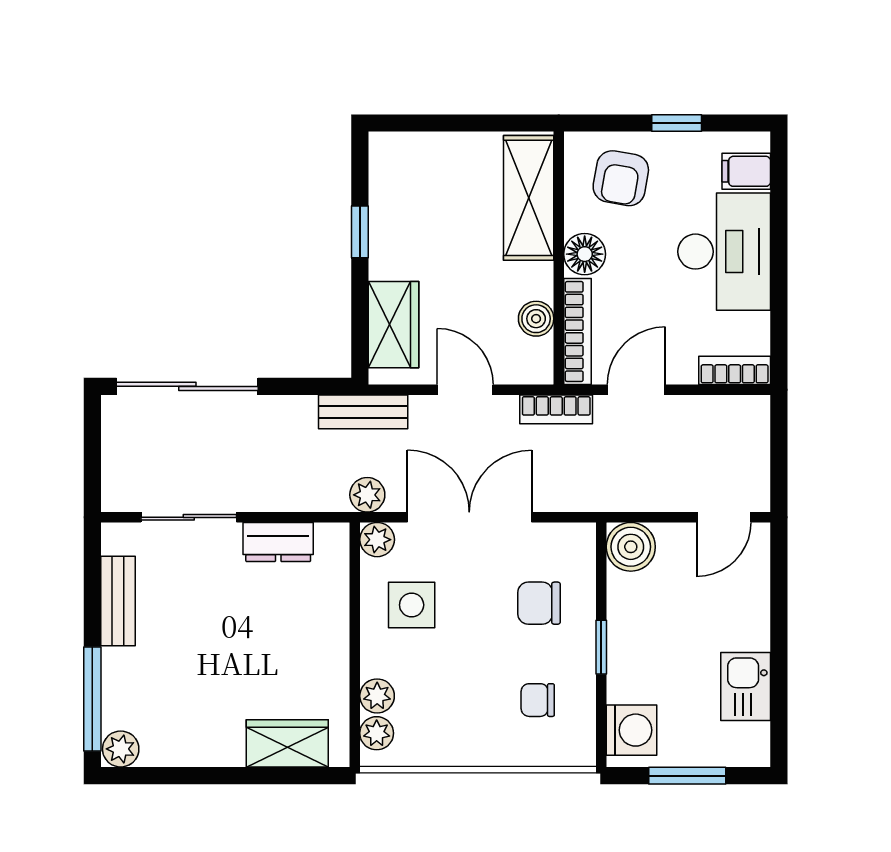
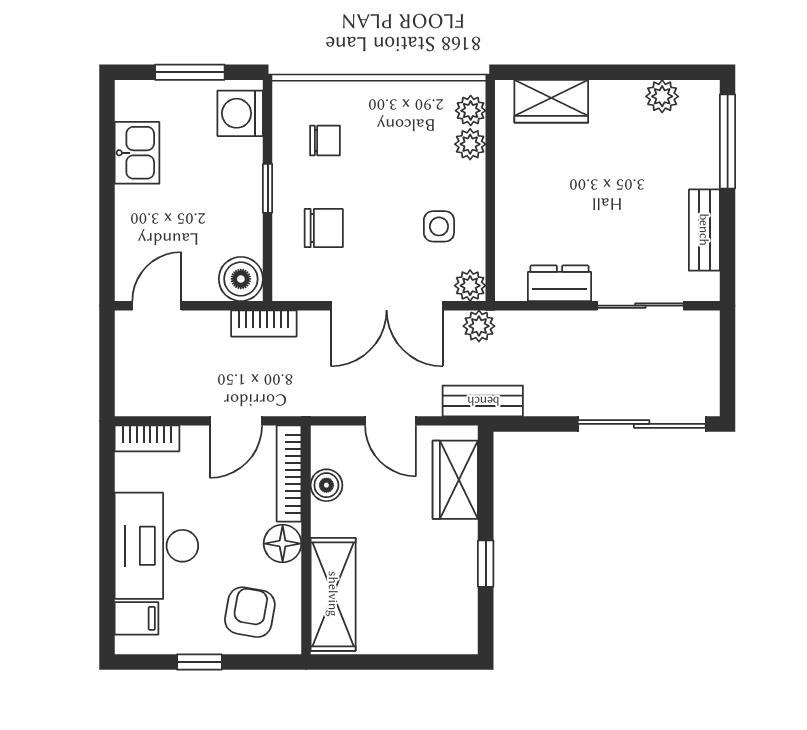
bookcase: (556, 409) -> (264, 323), moved, turned 180
side table: (412, 605) -> (439, 226), width x0.73, depth x0.73
plant: (121, 749) -> (662, 96), moved

